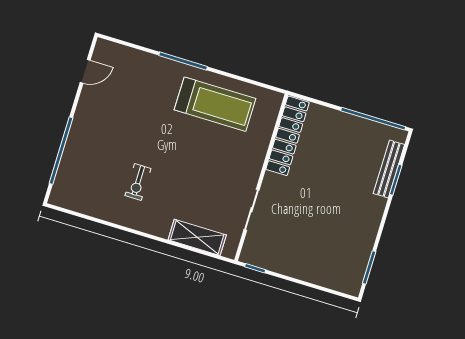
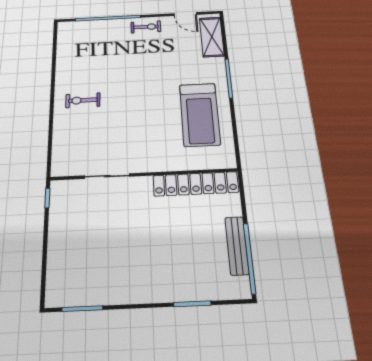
exercise bike: (88, 117) -> (146, 27), added
bench: (389, 169) -> (237, 246), moved, turned 90
exercise bike: (138, 182) -> (83, 100), moved
shelving: (197, 237) -> (212, 37), moved

